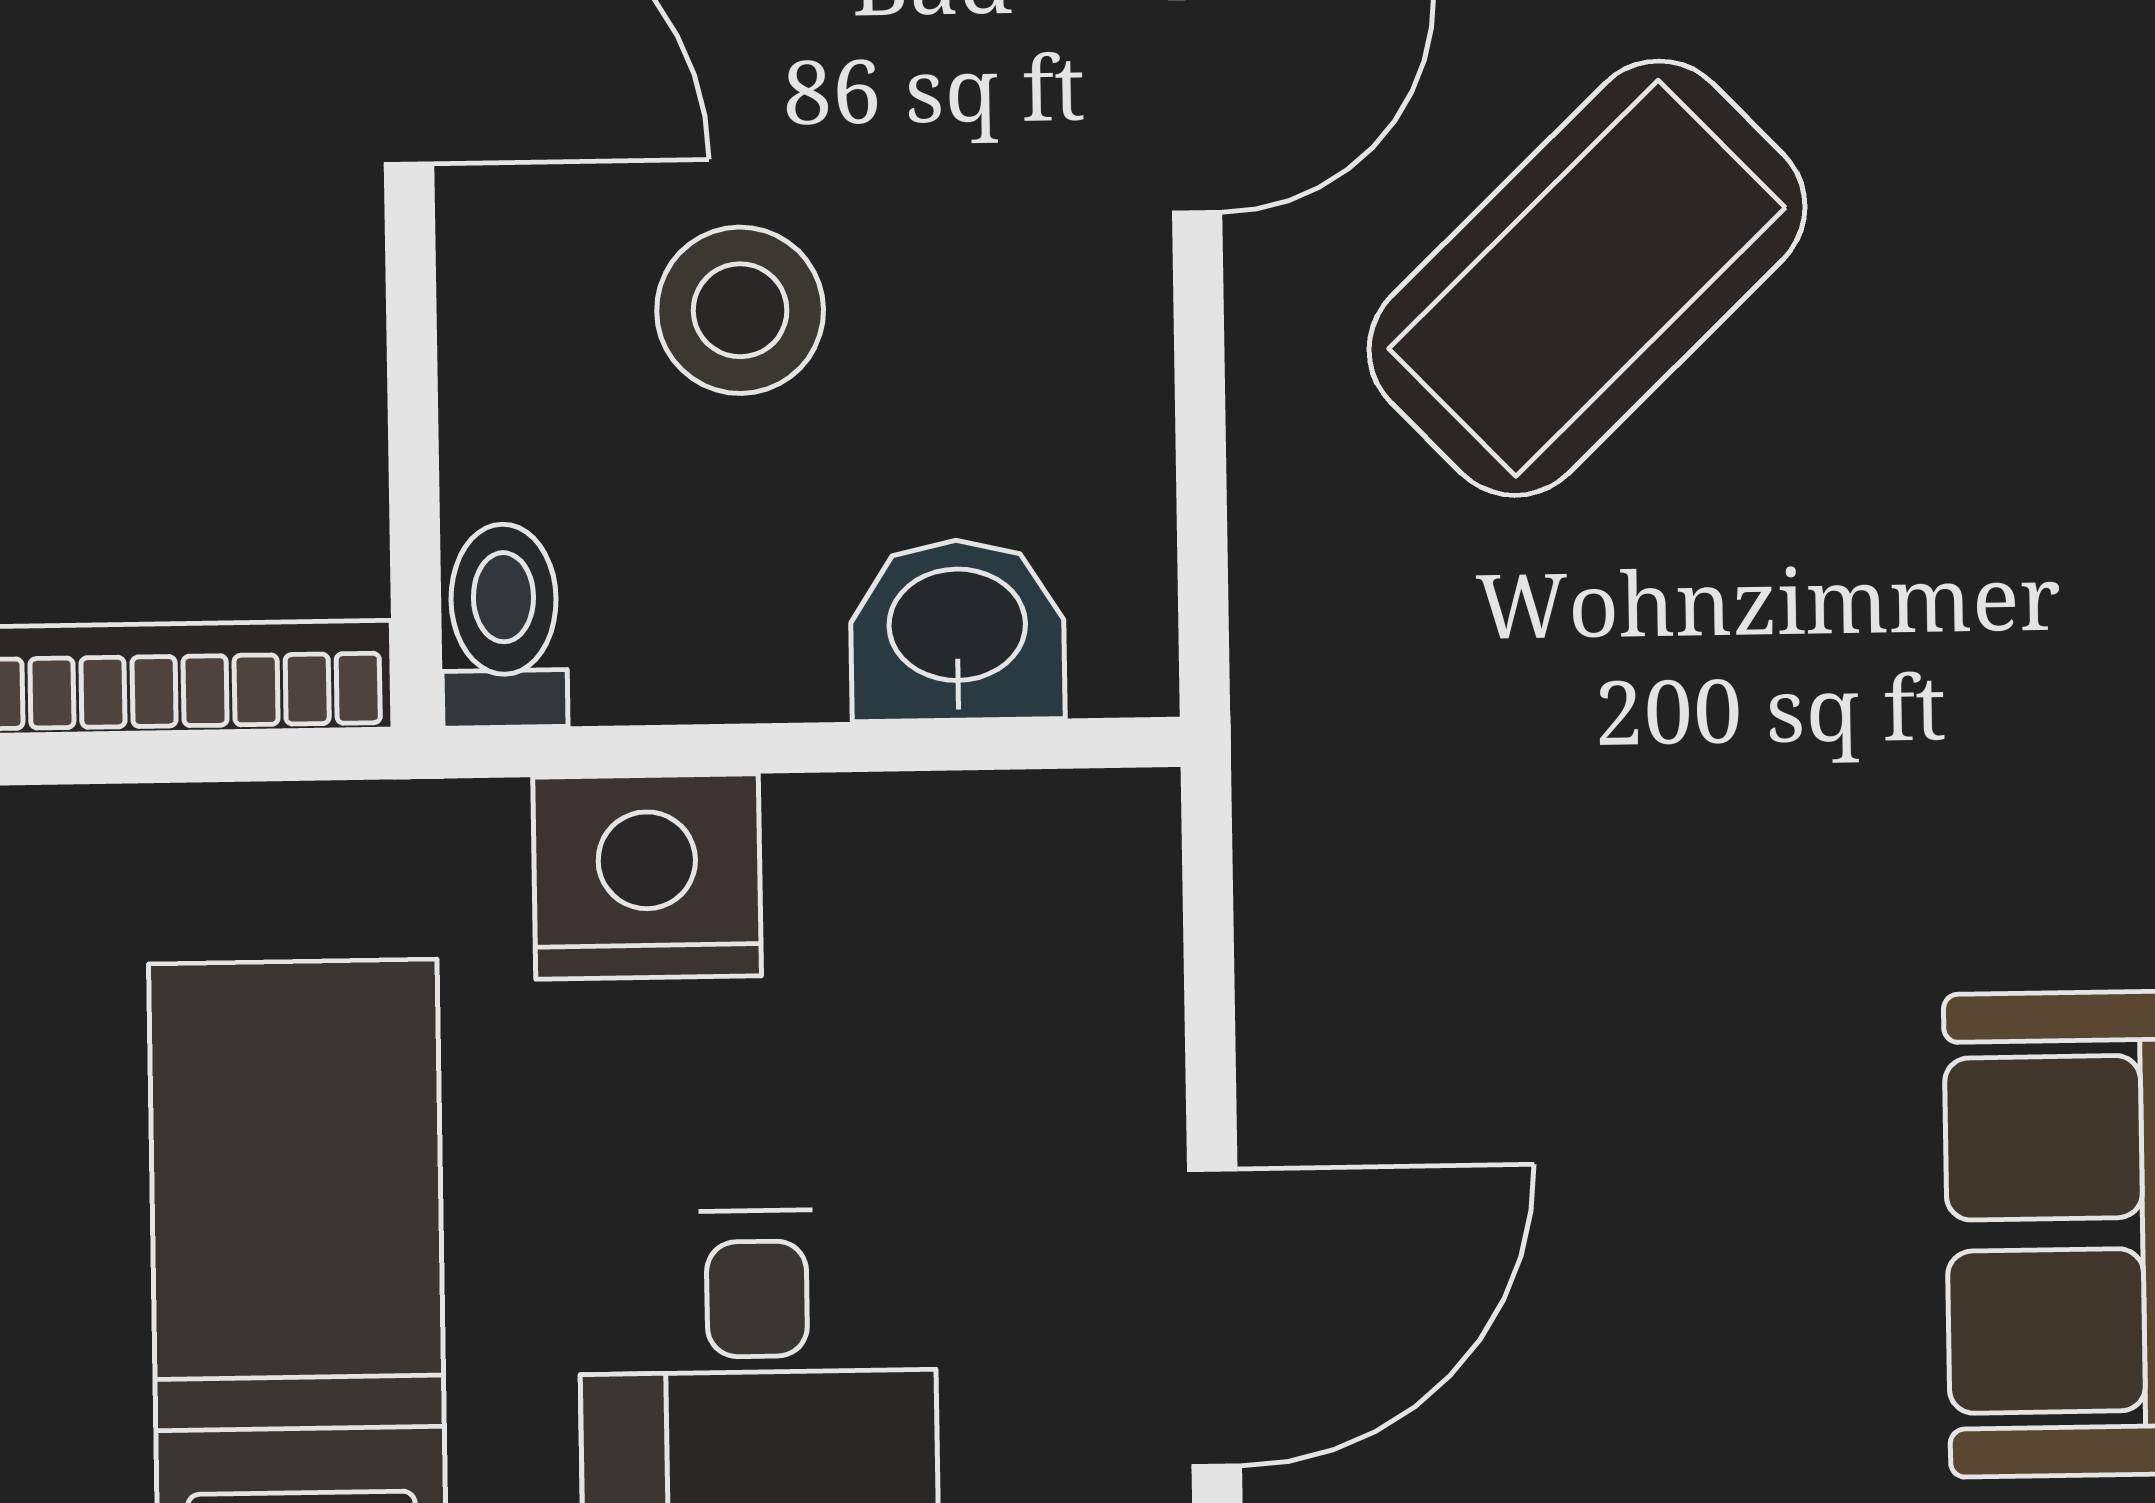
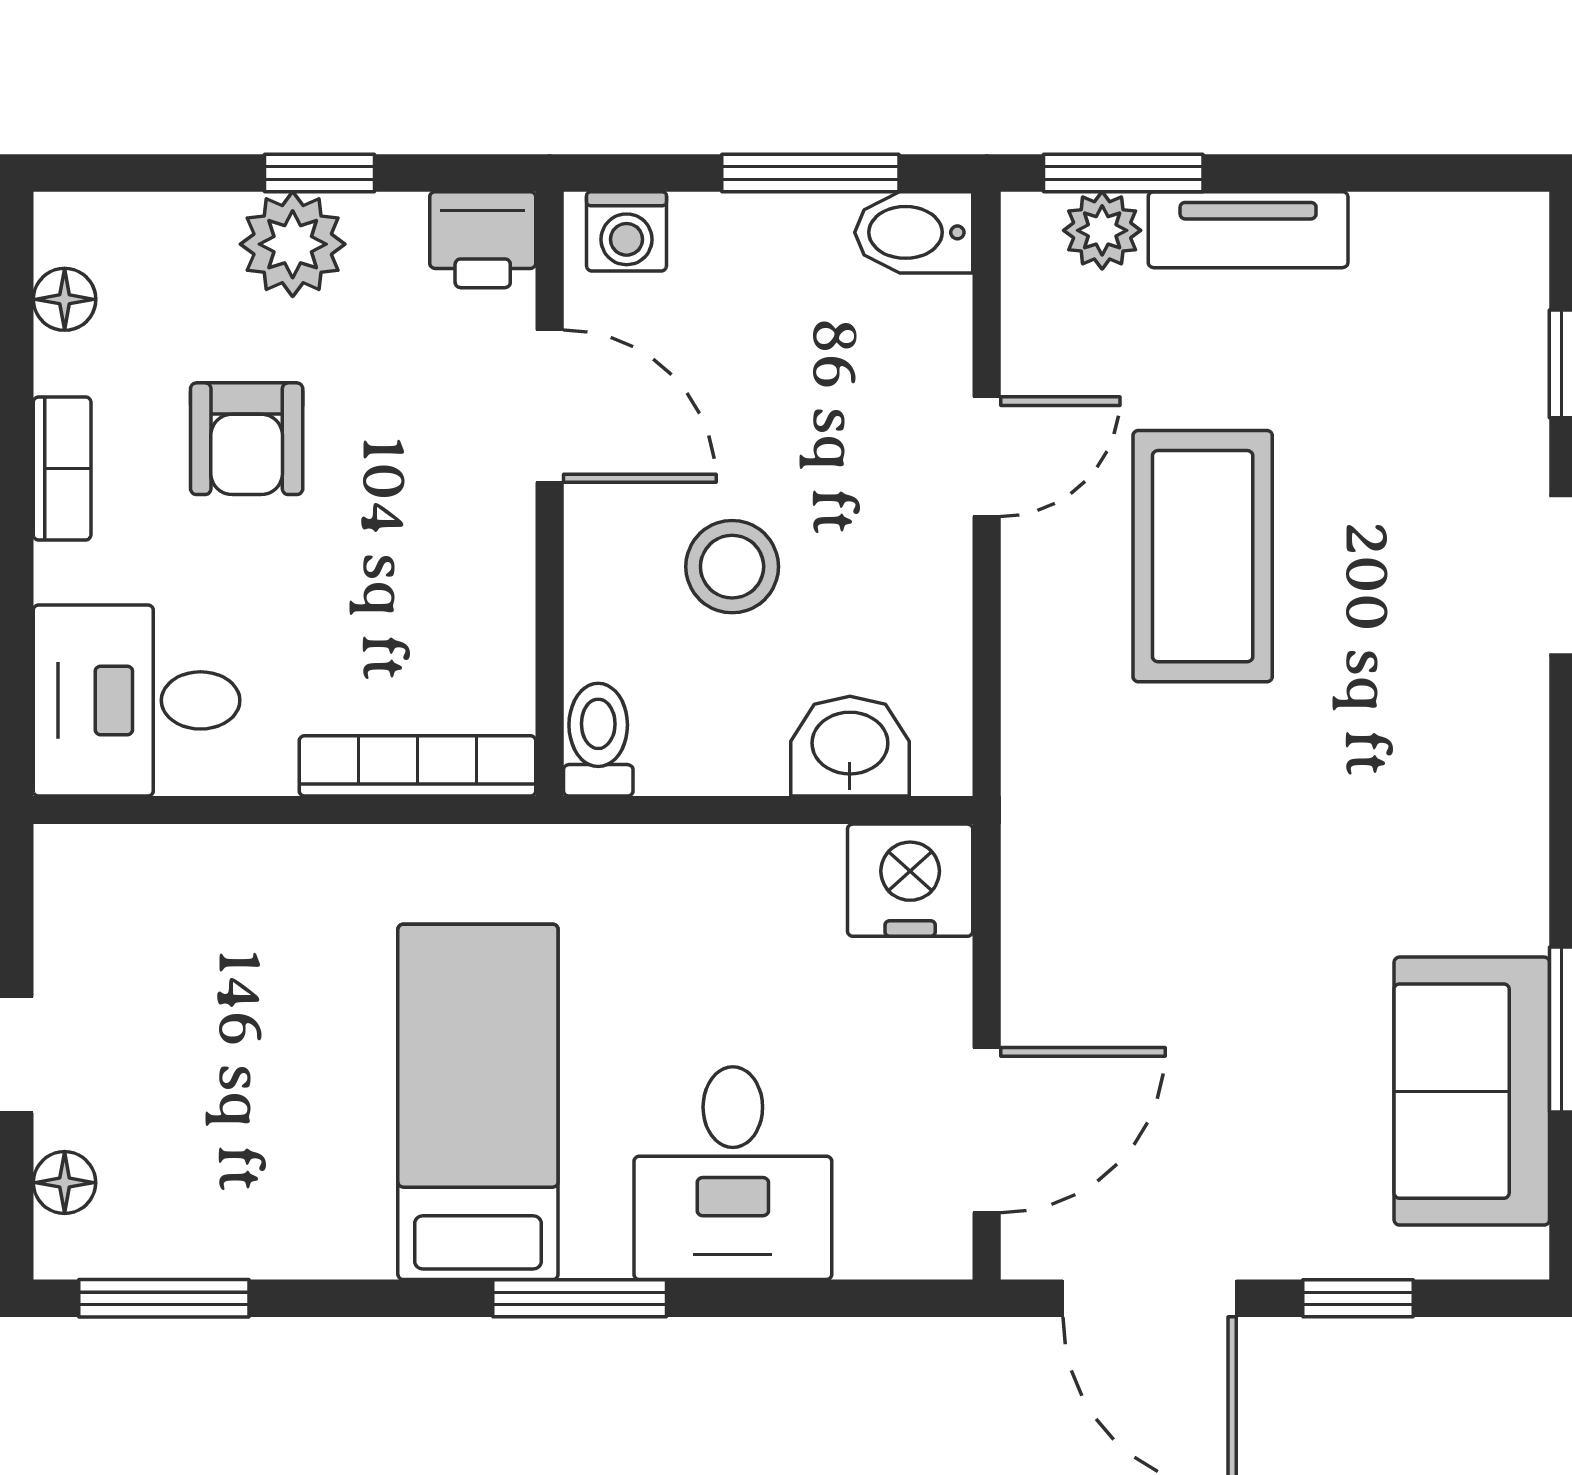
coffee table: (1587, 278) -> (1203, 556), turned -46
nightstand: (647, 876) -> (910, 880), moved

